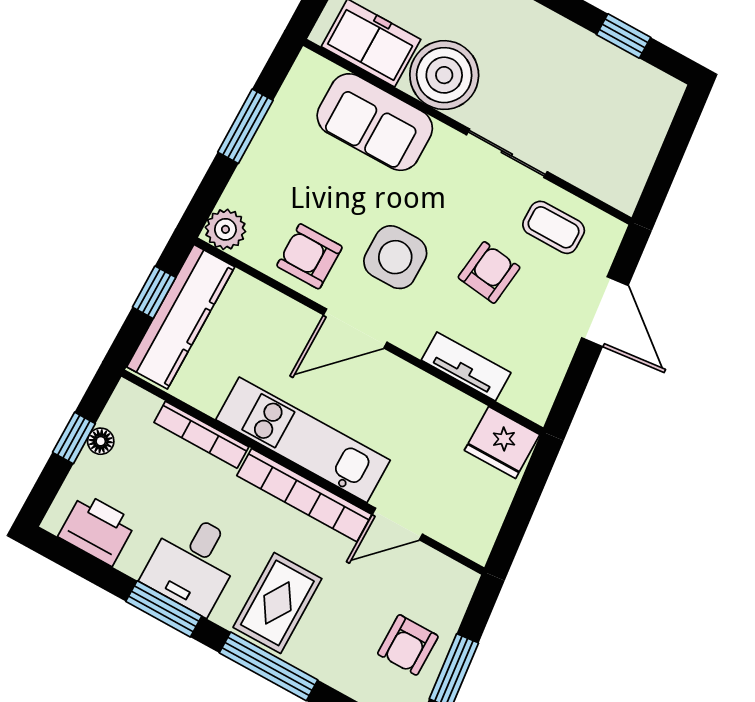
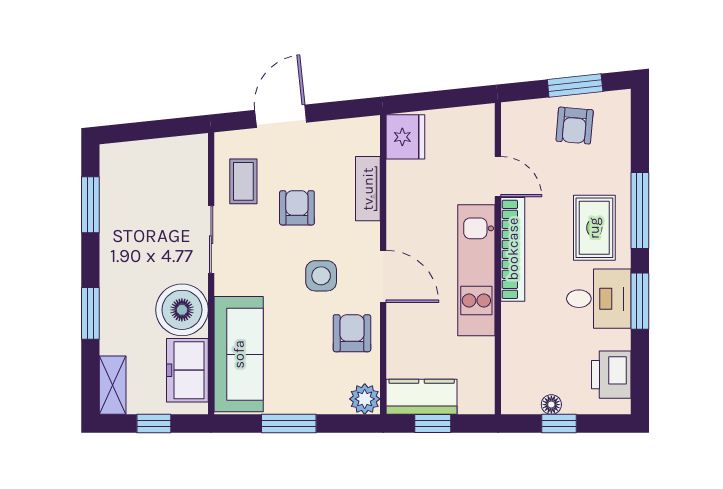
window: (624, 36) -> (90, 205), width x1.50
sofa: (375, 122) -> (239, 354), width x1.36
armchair: (309, 256) -> (352, 333), turned 180
side table: (395, 257) -> (321, 276), width x0.73, depth x0.73
armchair: (489, 272) -> (297, 208), turned 83
kitchen counter: (181, 317) -> (422, 397), width x0.67
bookcase: (201, 435) -> (510, 340), removed
rug: (277, 603) -> (594, 228), turned 90
armchair: (408, 645) -> (575, 126), turned 95

